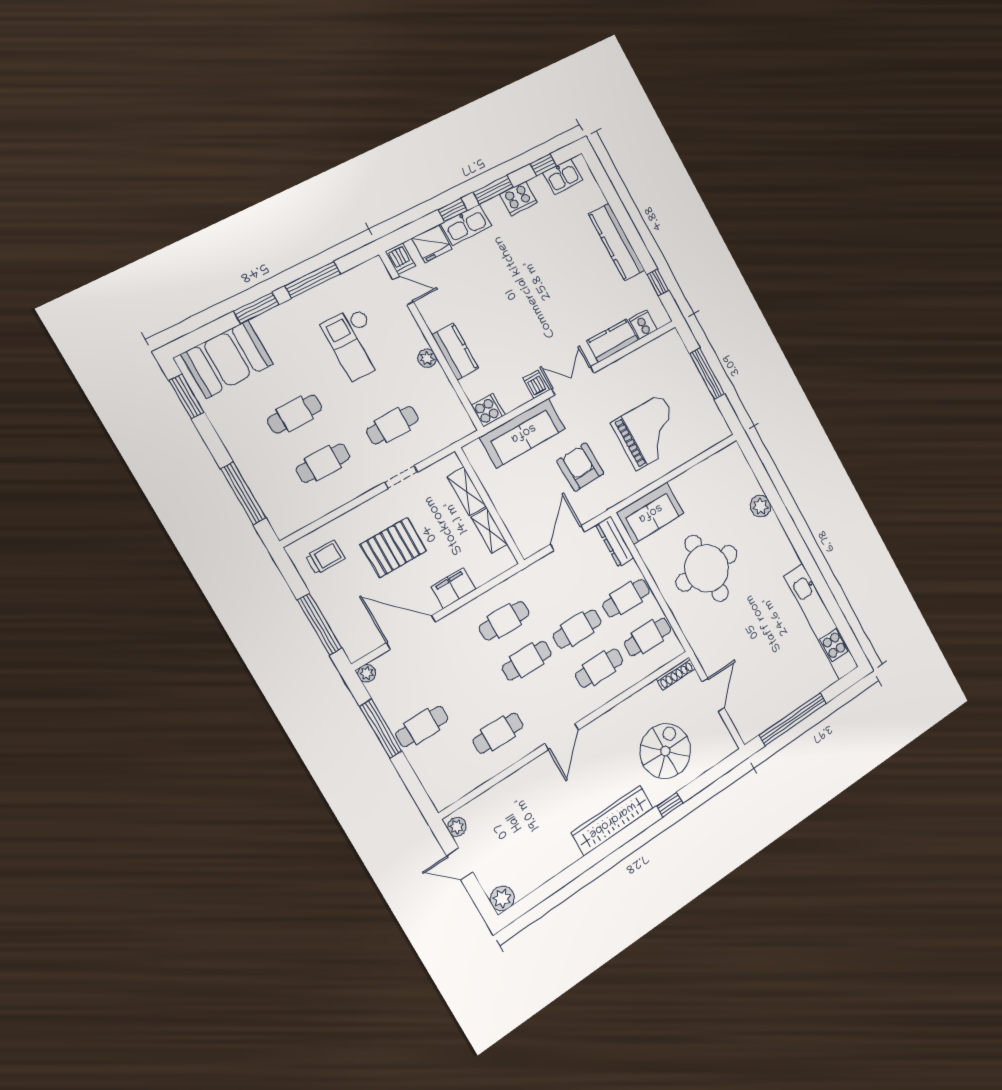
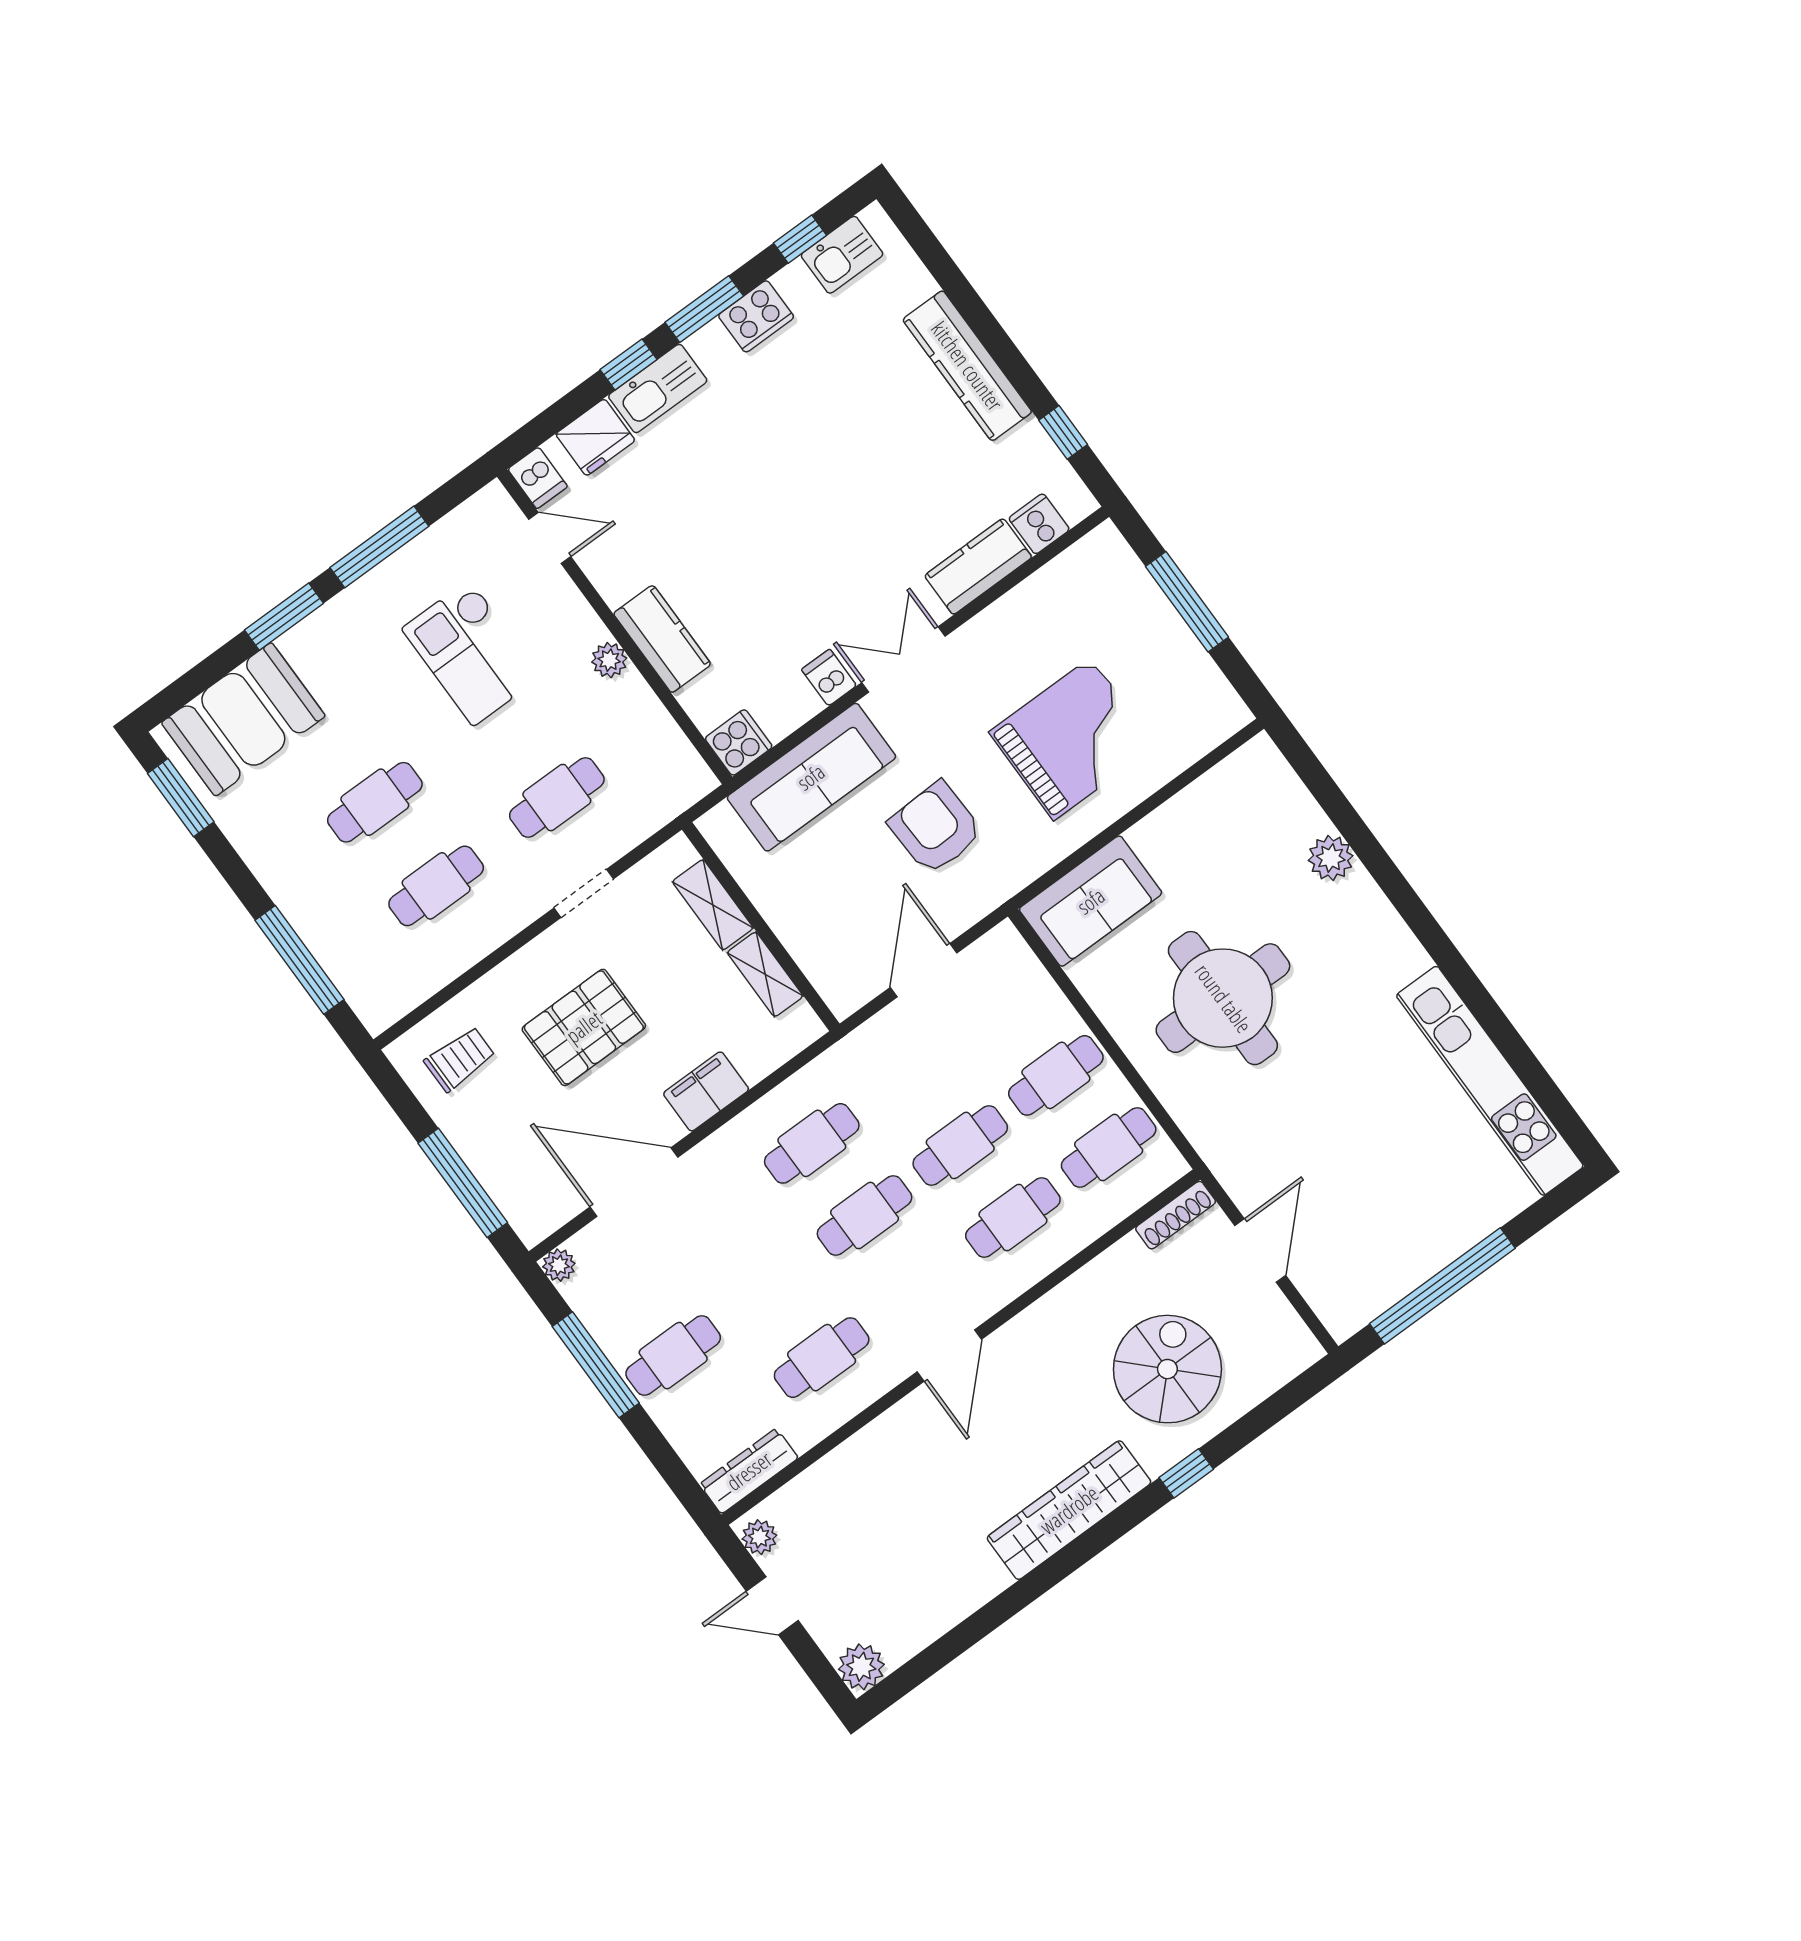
dresser: (615, 541) -> (749, 1471), moved, turned 90

